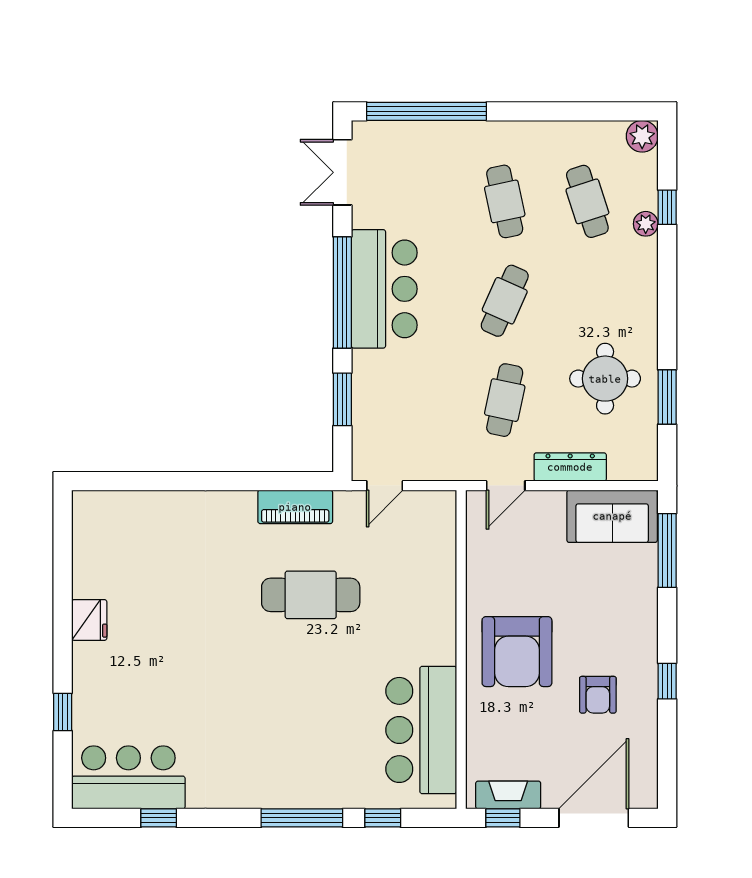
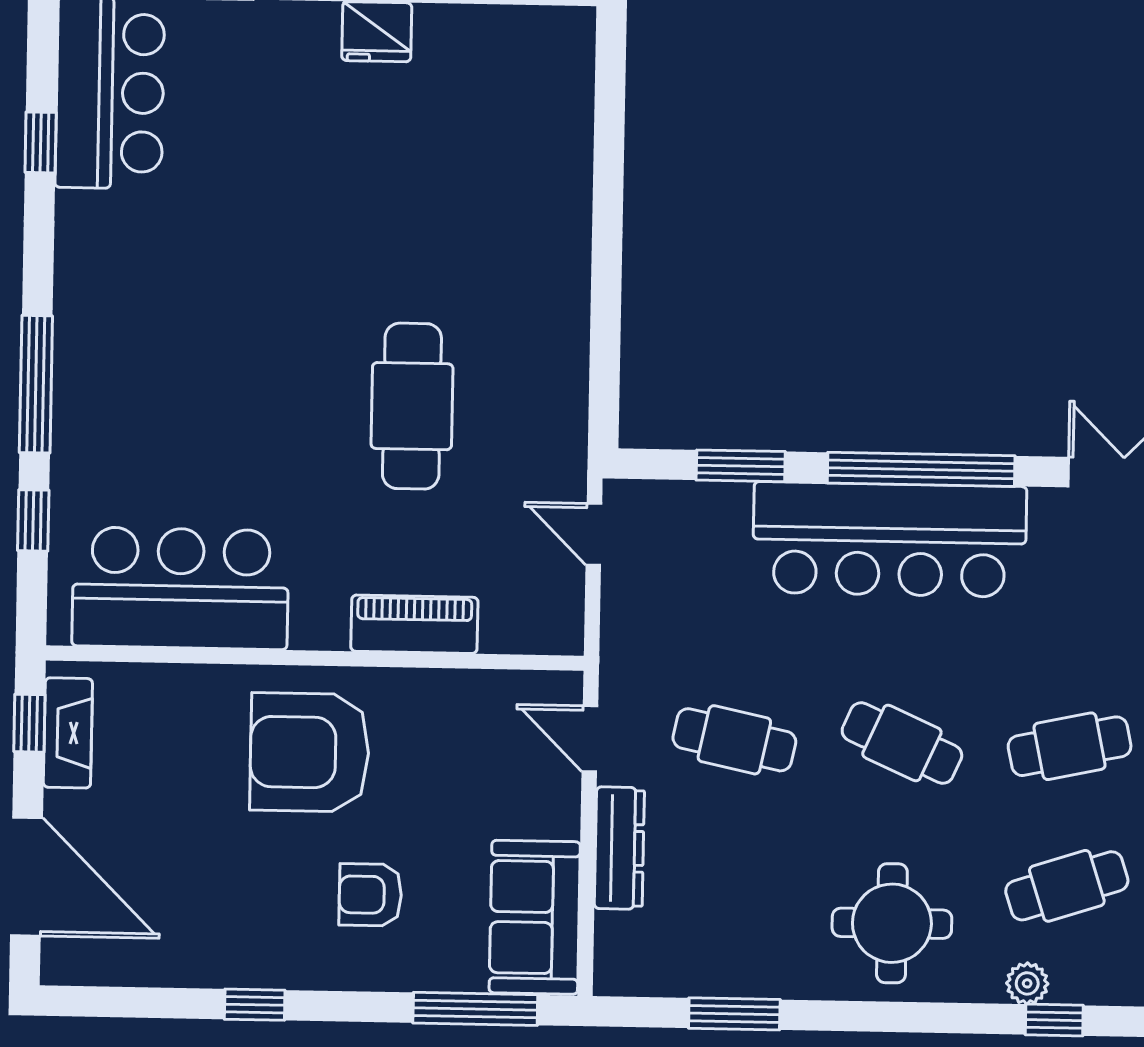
bar counter: (384, 289) -> (890, 539), width x1.36
round table: (605, 379) -> (892, 923), moved
piano: (295, 507) -> (414, 624), moved, turned 90
armchair: (598, 695) -> (370, 895), moved

